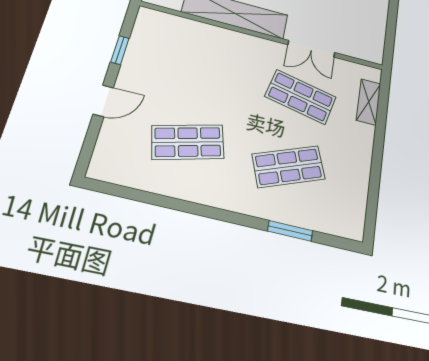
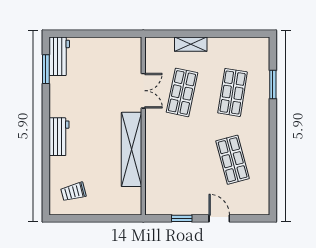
shelving: (369, 102) -> (191, 44), moved
shop shelf: (289, 167) -> (233, 92), turned 30

